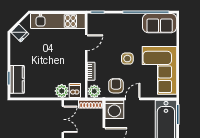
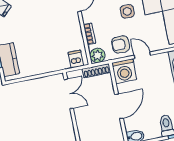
armchair: (116, 86) -> (121, 44), turned -90
plant: (62, 91) -> (61, 62), removed
door: (133, 99) -> (142, 55), hinge flipped

